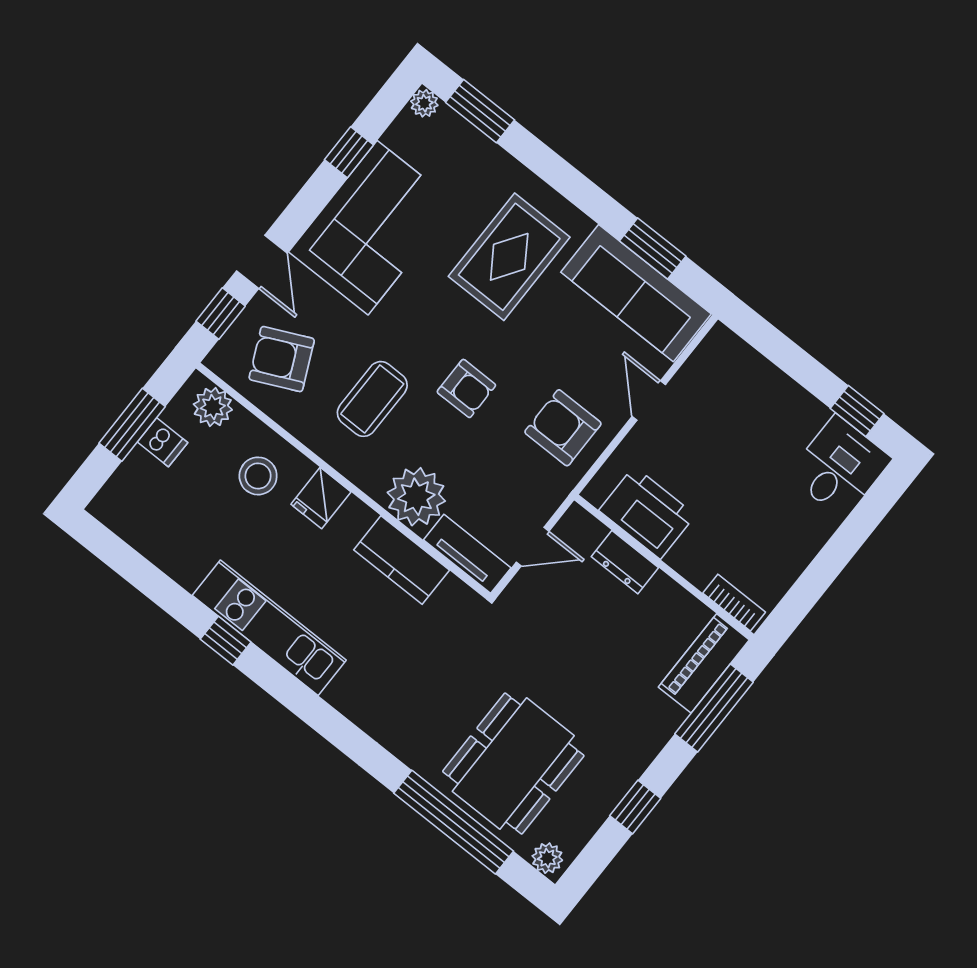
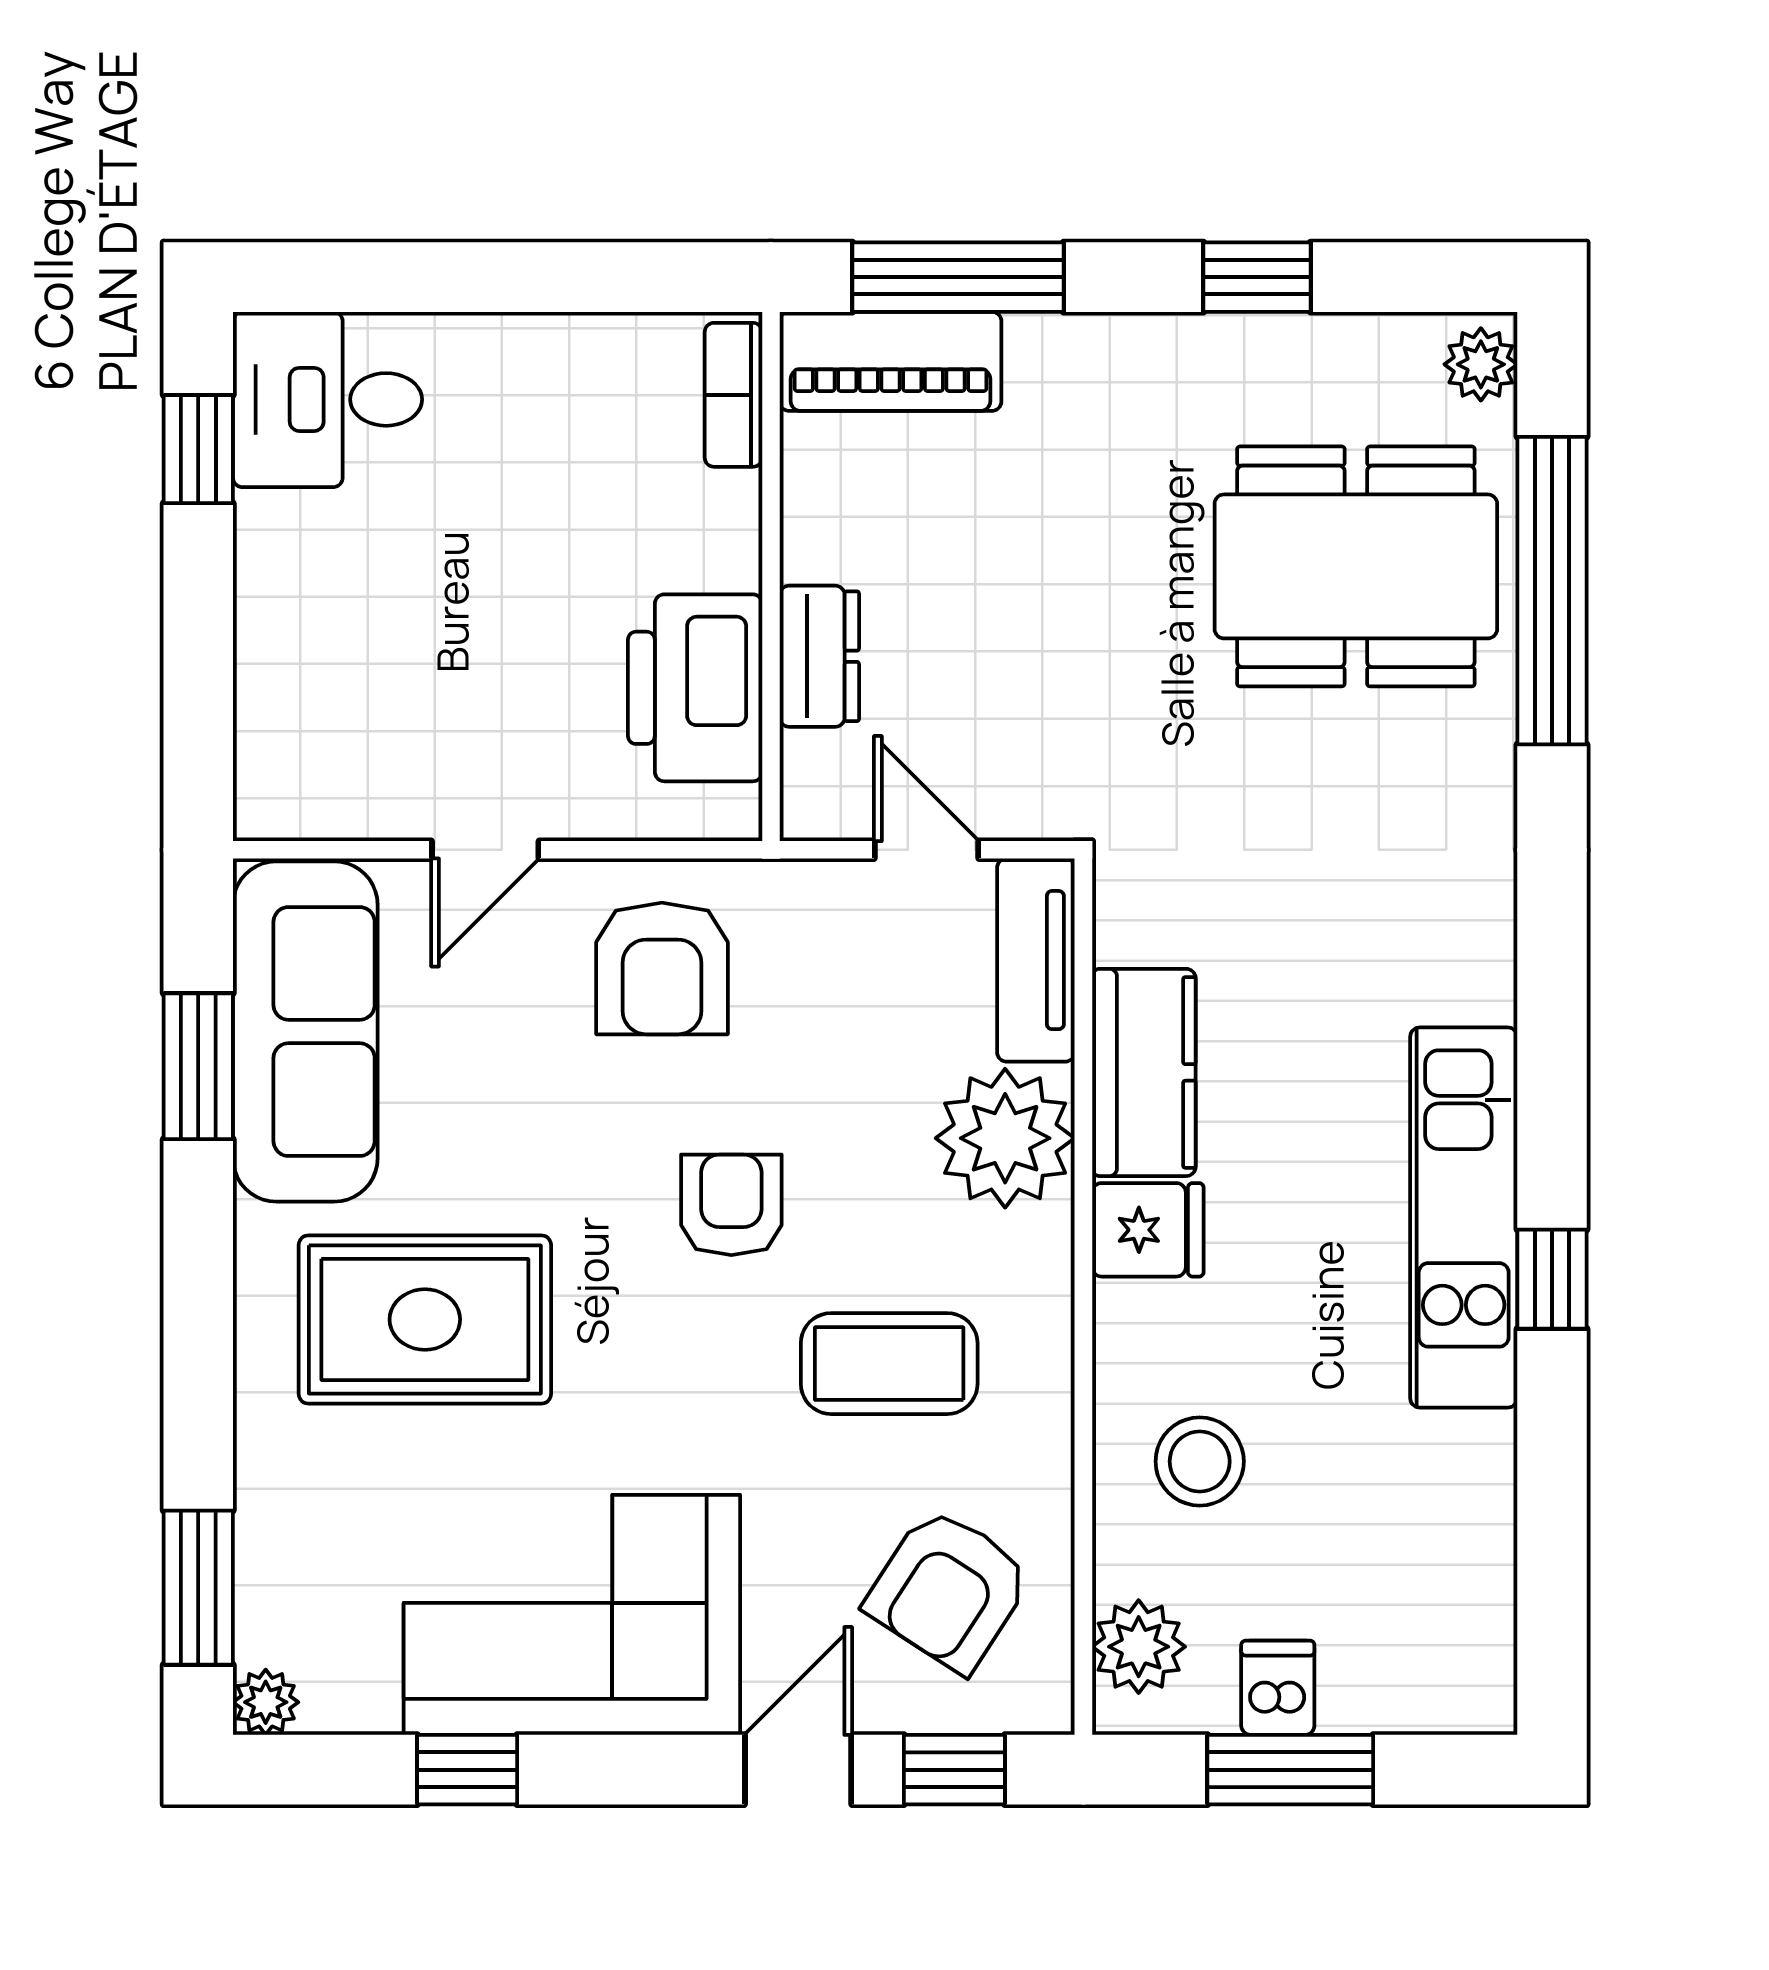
armchair: (282, 359) -> (949, 1590), turned 58
fridge: (321, 498) -> (1148, 1230), moved

